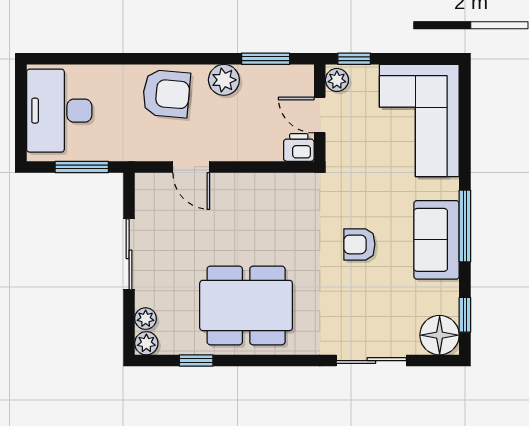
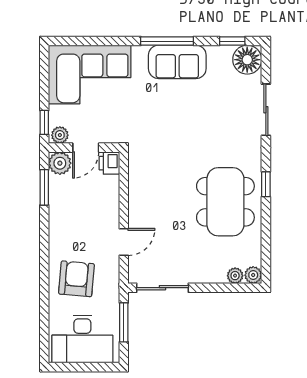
plant: (224, 80) -> (60, 163), moved
armchair: (166, 94) -> (76, 279), moved
armchair: (359, 244) -> (181, 119), removed
sliding door: (129, 254) -> (162, 288), moved
window: (196, 361) -> (266, 184), moved

